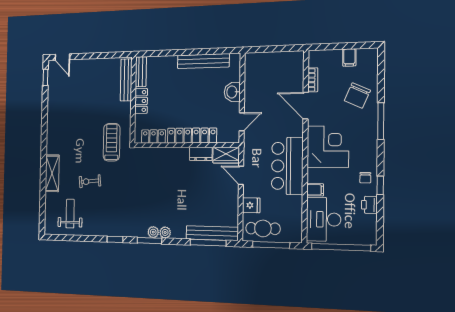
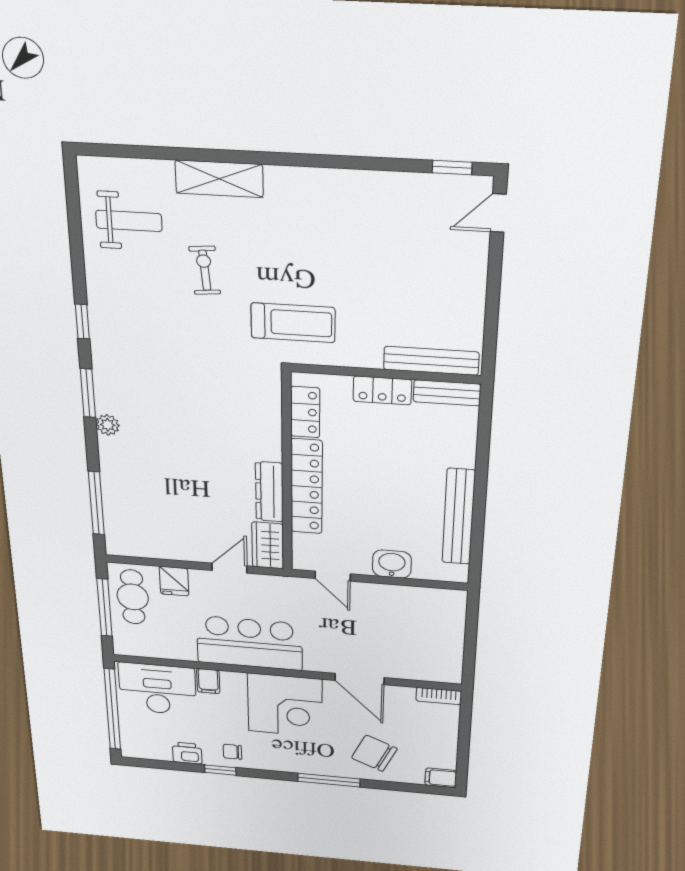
filing cabinet: (349, 57) -> (441, 778), moved
bookcase: (313, 80) -> (439, 696), moved
door: (306, 106) -> (360, 679), swing flipped
dresser: (201, 154) -> (269, 492), width x1.44
plant: (153, 232) -> (106, 402), removed
bench: (212, 233) -> (115, 511), removed

